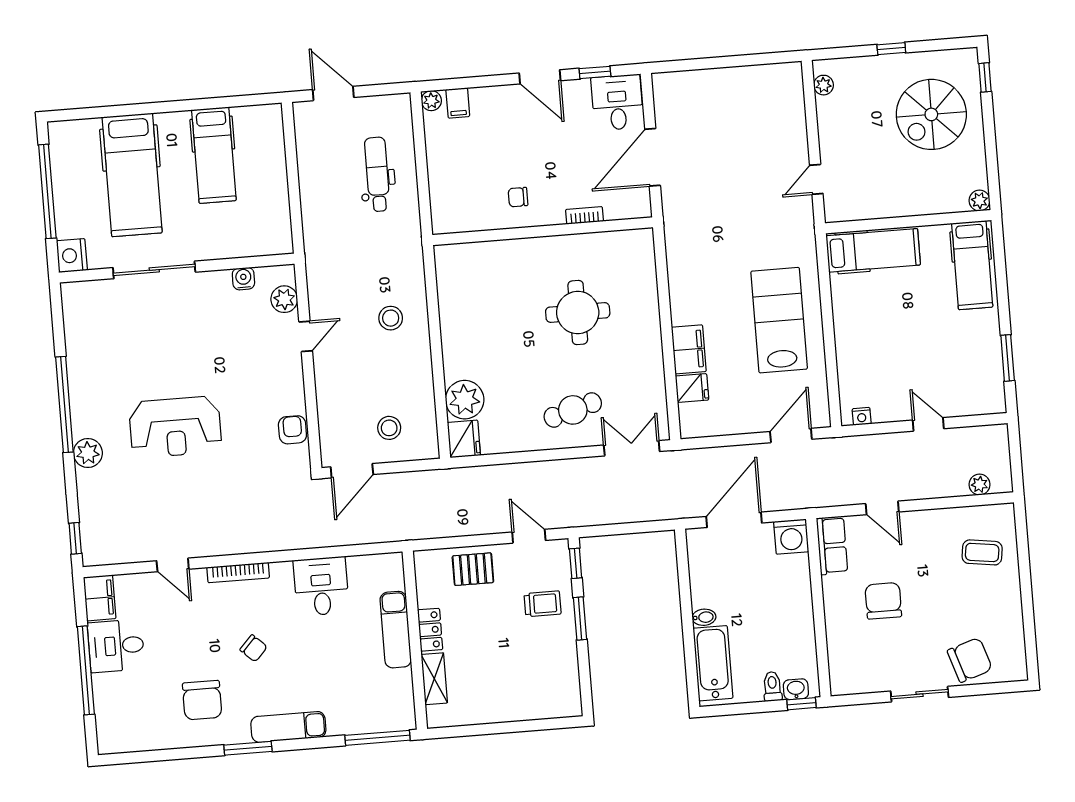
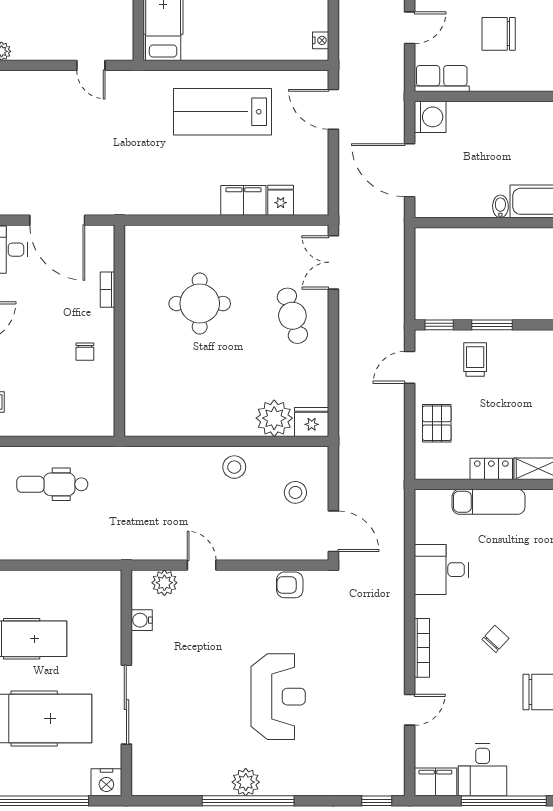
stool: (391, 318) -> (234, 467), moved
plant: (88, 453) -> (246, 782), moved

